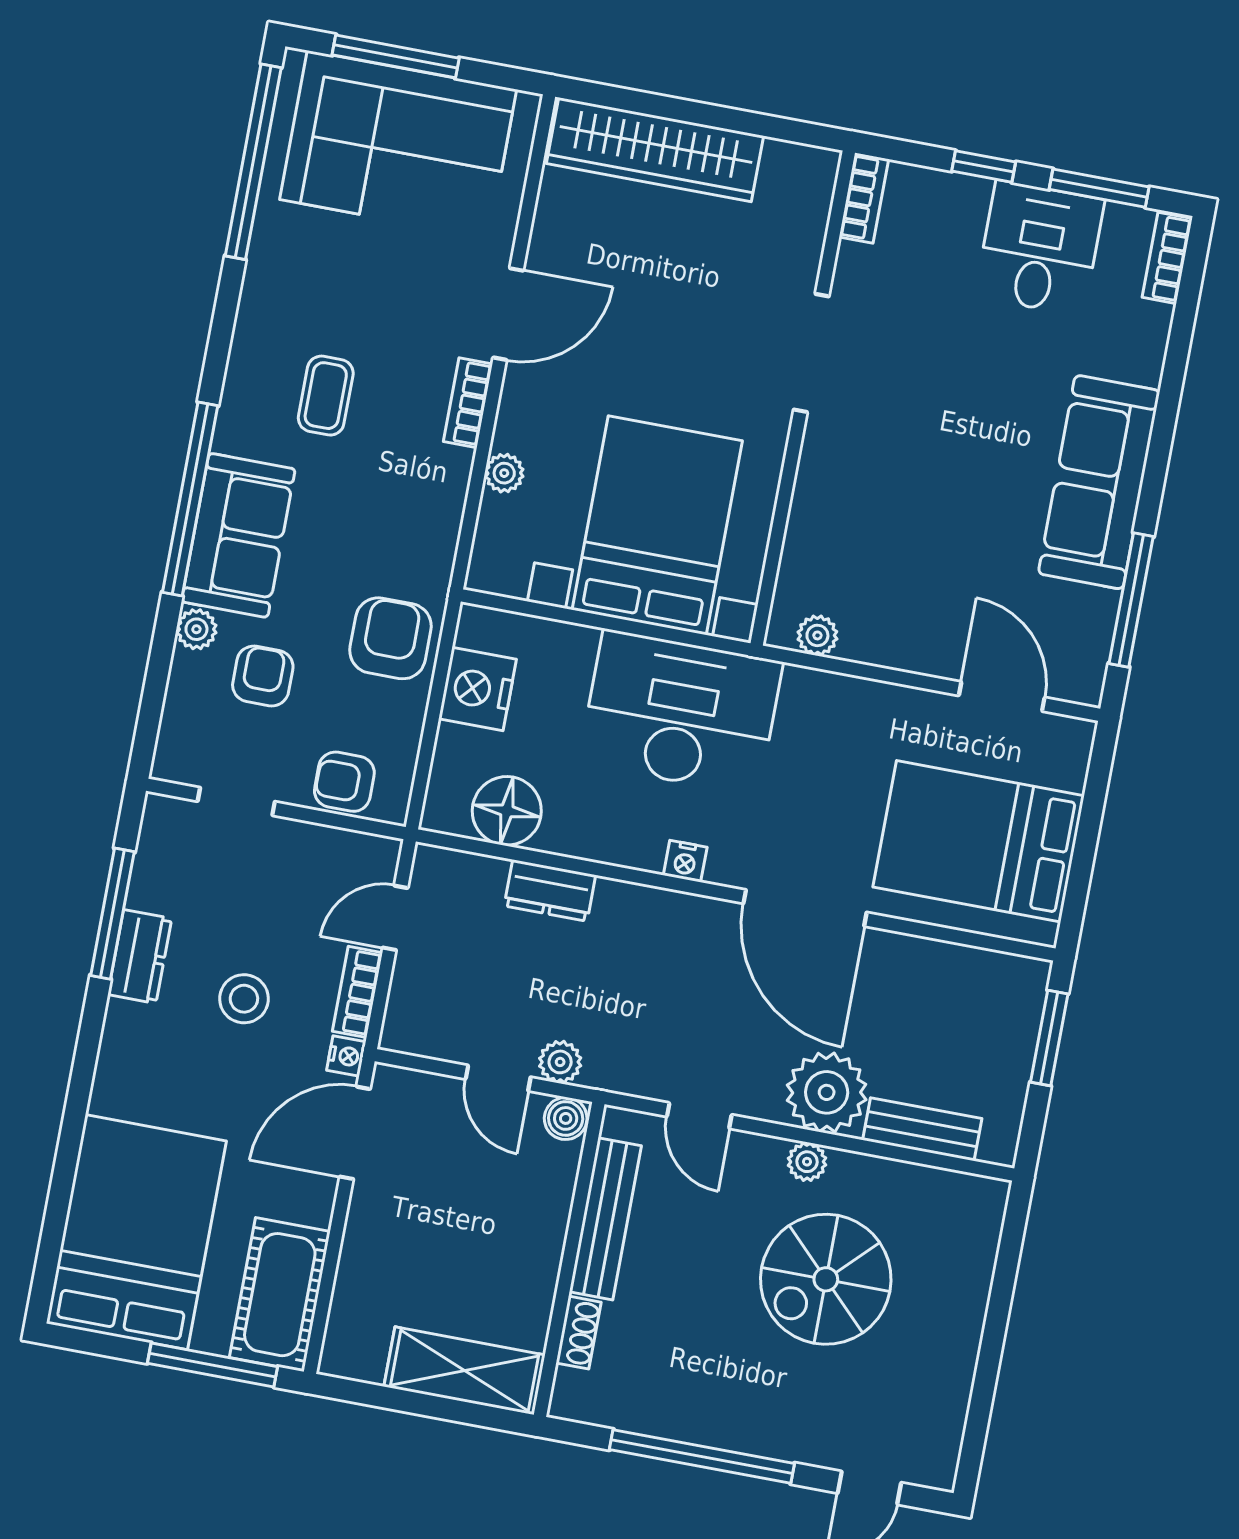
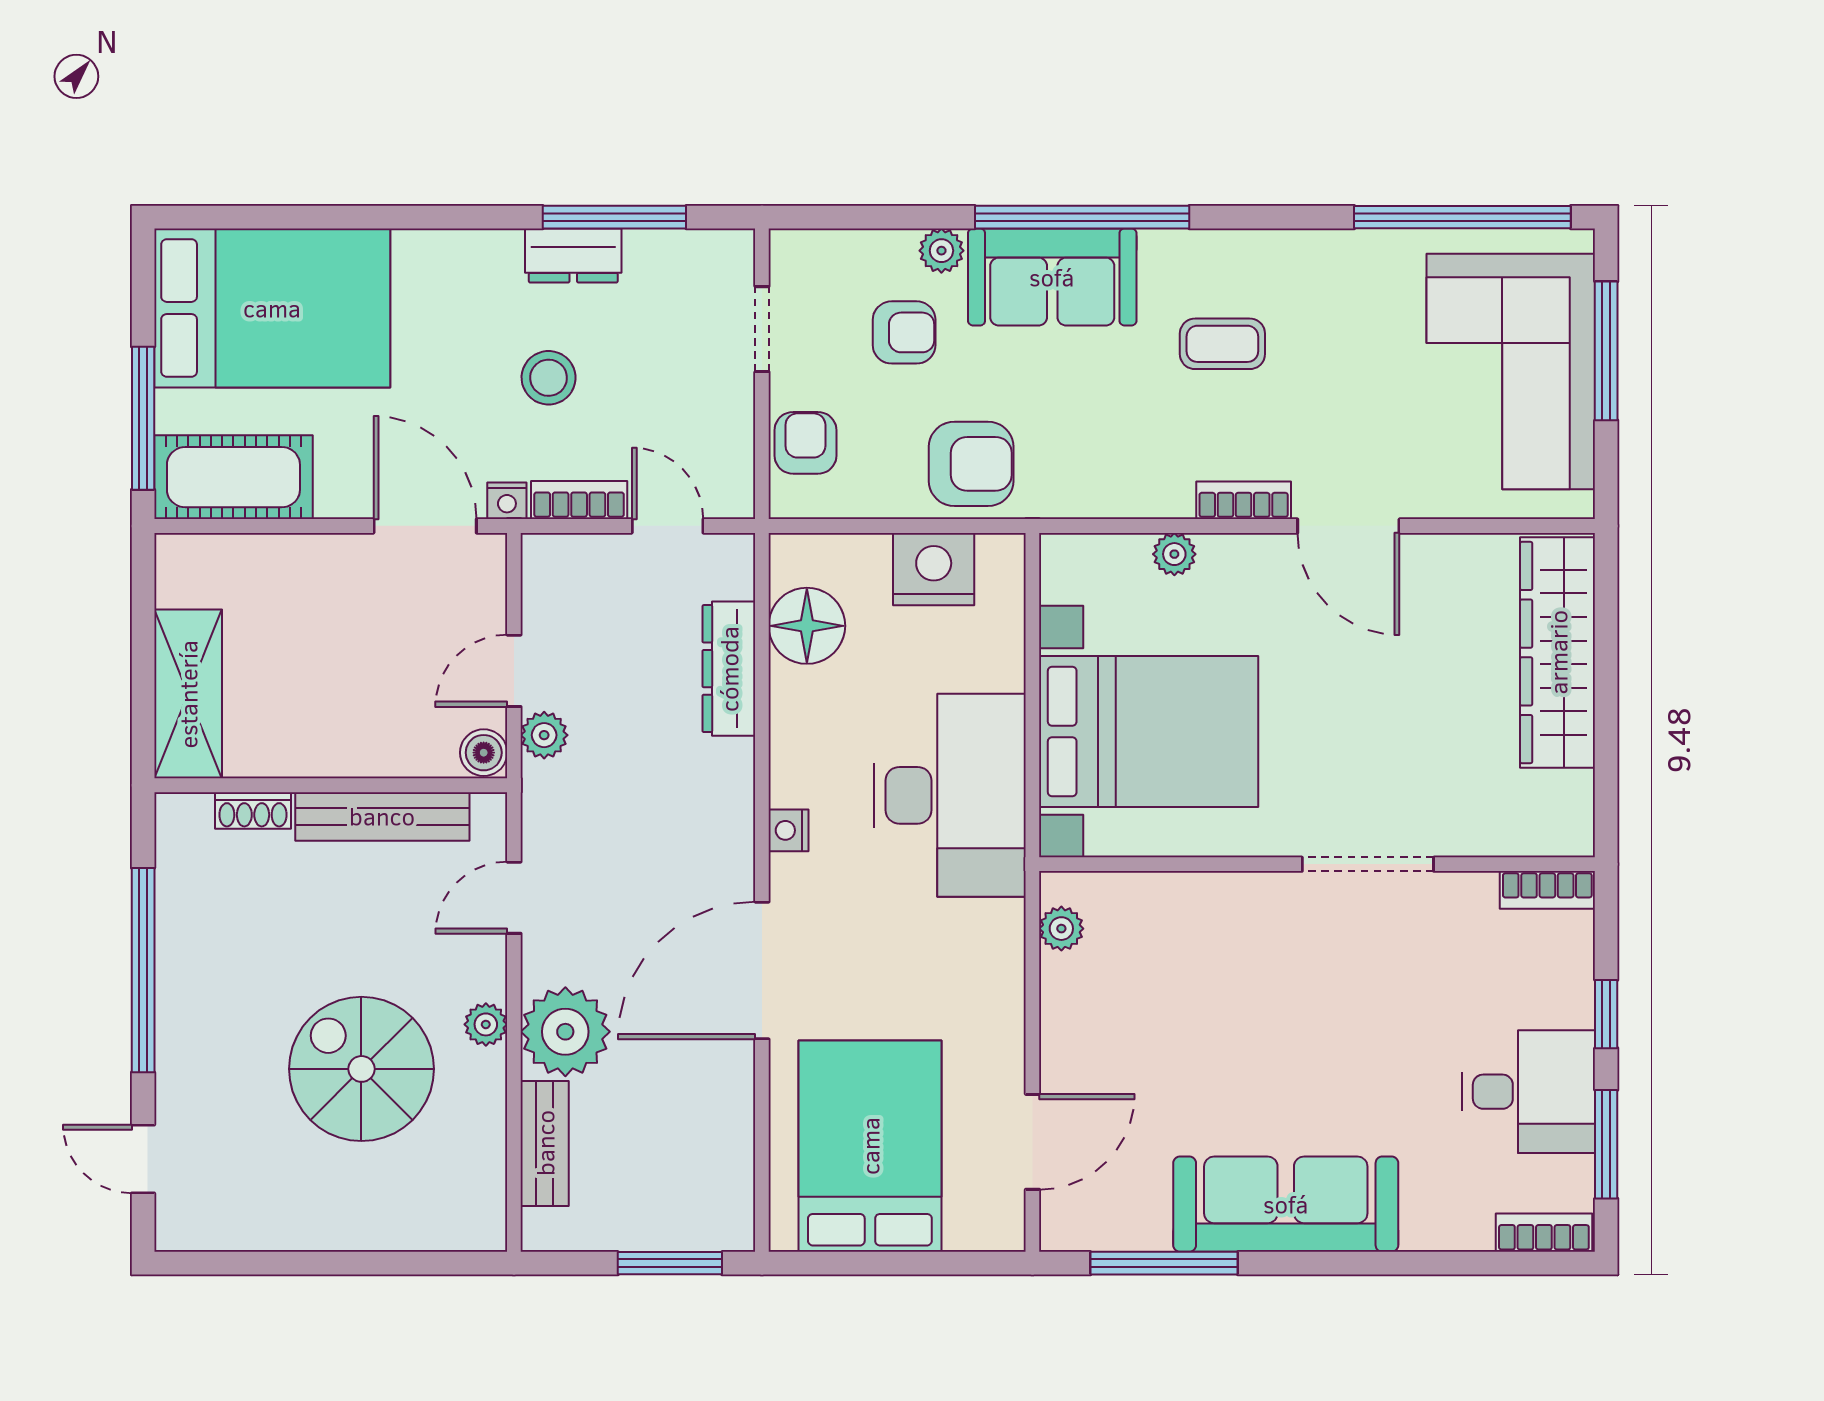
dresser: (550, 890) -> (729, 669), width x1.44

